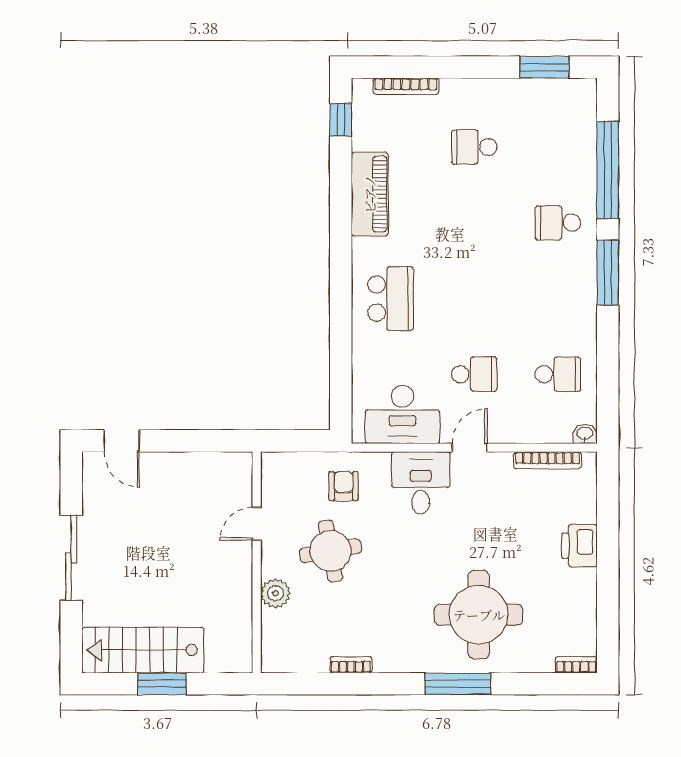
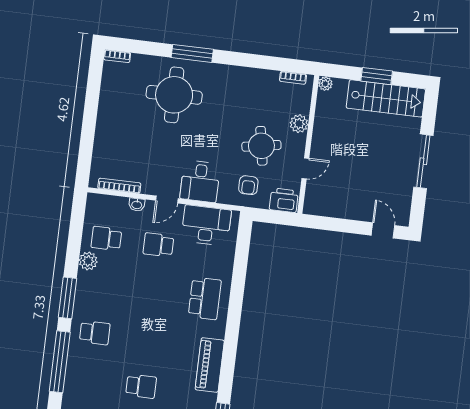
school desk: (391, 299) -> (205, 298), turned 180
plant: (582, 335) -> (88, 261), added
washbasin: (585, 434) -> (137, 205), moved
printer: (579, 546) -> (284, 200), moved, turned -90
plant: (241, 662) -> (325, 84), added
bookcase: (351, 665) -> (293, 78), moved

